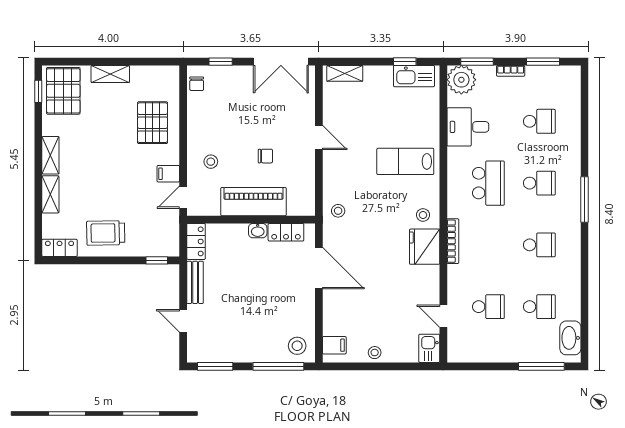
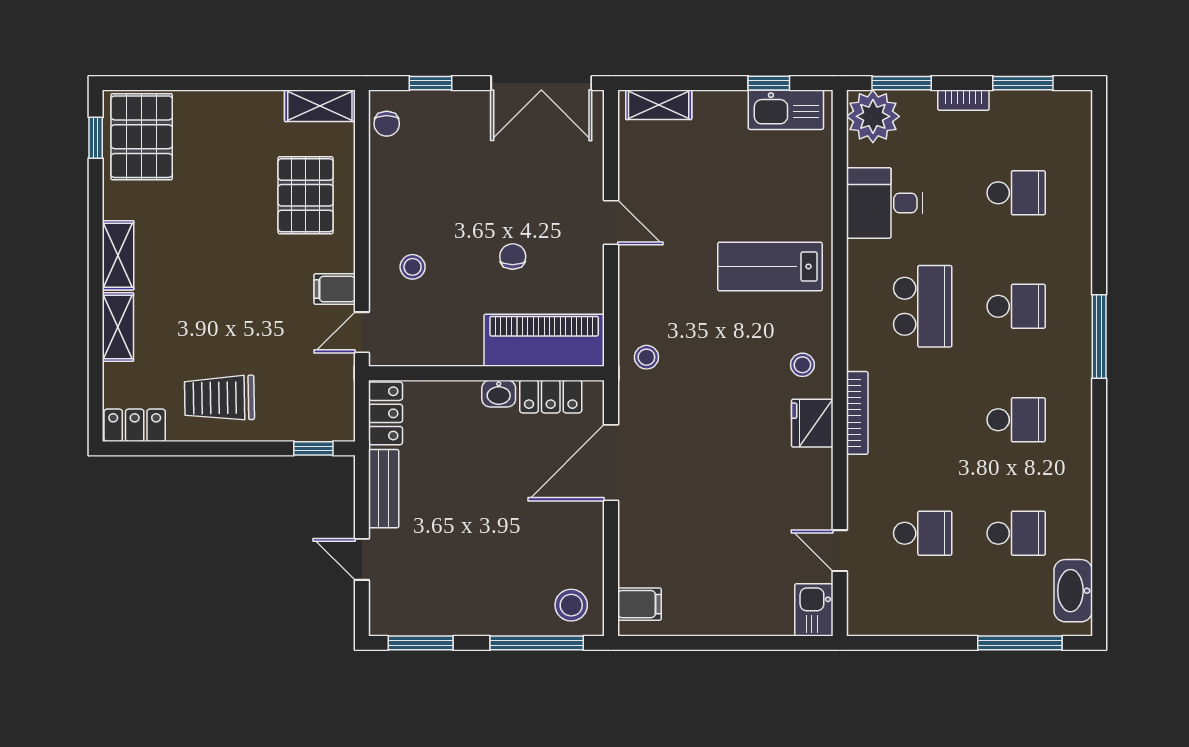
shelving: (110, 74) -> (320, 106), moved
chair: (265, 156) -> (513, 257), turned -90
piano: (253, 202) -> (544, 340), moved
fridge: (425, 247) -> (812, 423), width x0.73, depth x0.75
door: (319, 268) -> (611, 463), swing flipped
stool: (375, 353) -> (714, 618), removed

